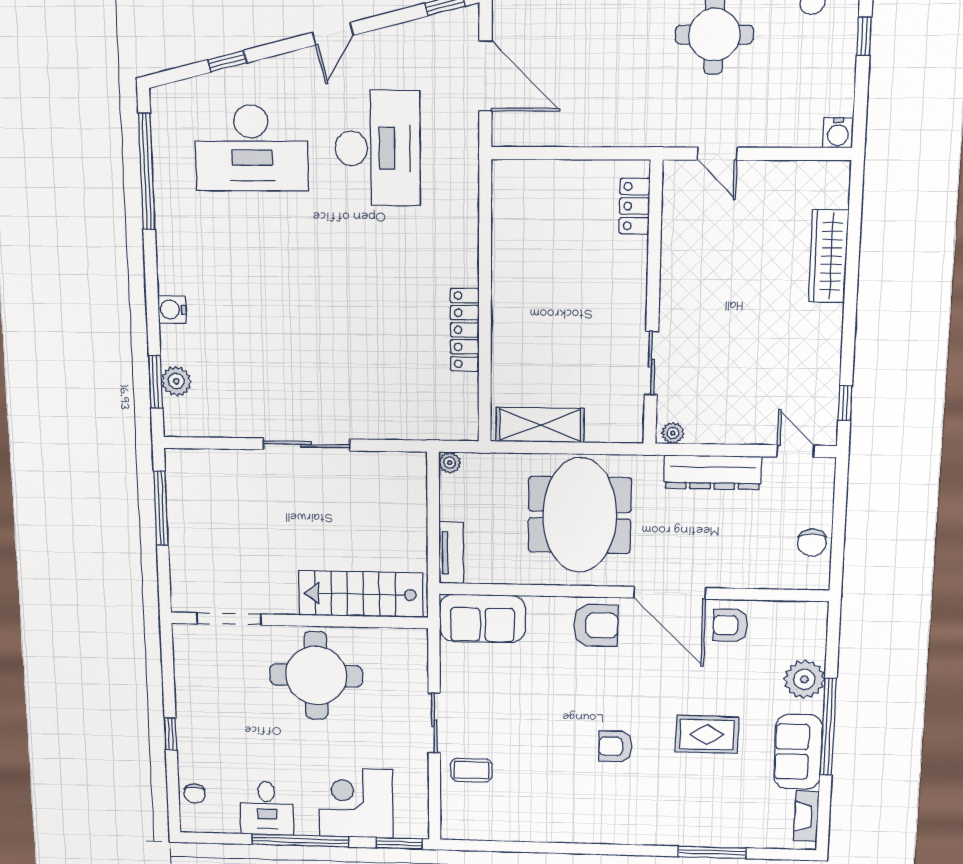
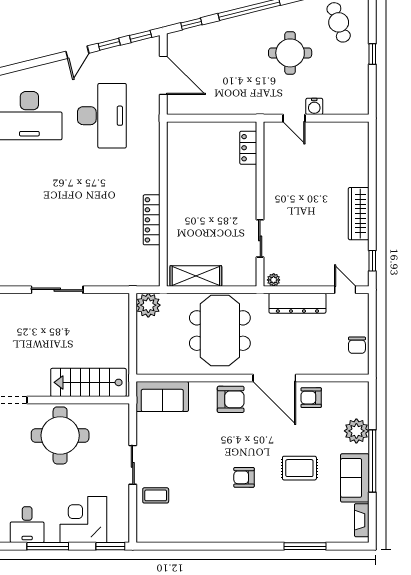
window: (227, 61) -> (109, 44), moved
water cooler: (838, 133) -> (314, 106), moved
wardrobe: (829, 256) -> (359, 214), moved
plant: (450, 463) -> (148, 305), width x1.87, depth x1.87
tv unit: (451, 553) -> (143, 355), removed
window: (300, 841) -> (48, 546), width x0.68

